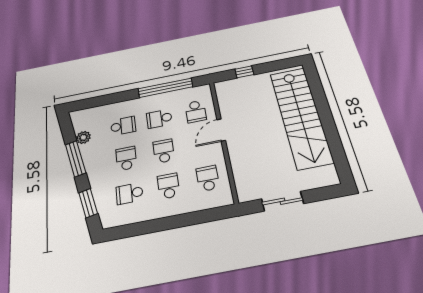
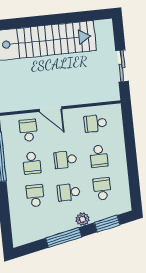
school desk: (196, 111) -> (28, 130), turned -90
plant: (83, 137) -> (82, 219), moved
school desk: (169, 186) -> (99, 156), turned -90
school desk: (130, 194) -> (102, 189), turned 180

